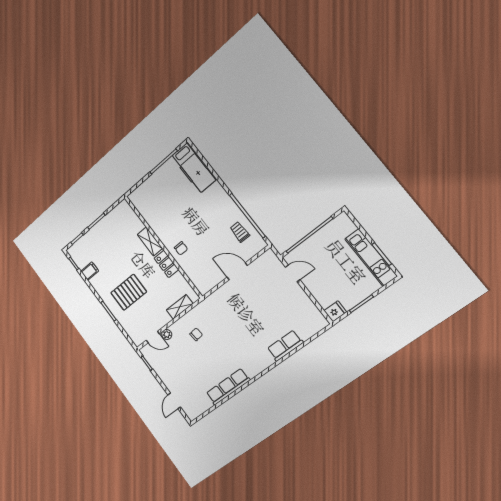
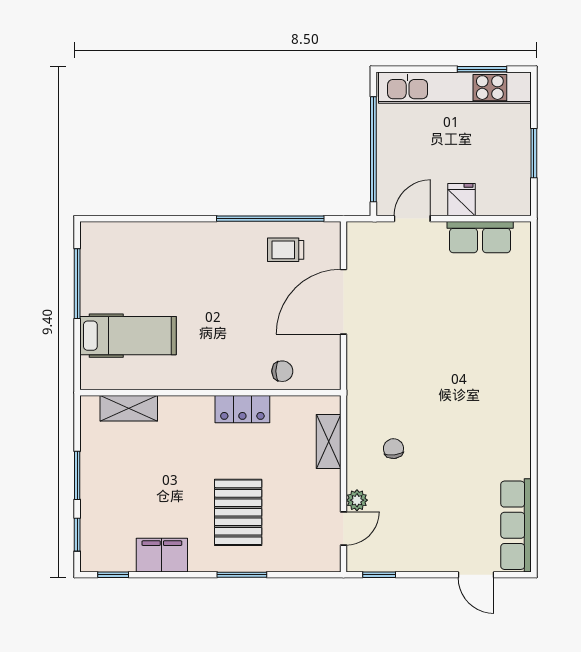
hospital bed: (194, 168) -> (128, 336), moved
shelving: (150, 241) -> (129, 408), moved
chair: (181, 248) -> (282, 371), moved
kitchen unit: (371, 257) -> (455, 88), width x1.36
filing cabinet: (90, 271) -> (162, 555), width x2.00
door: (237, 271) -> (344, 302), width x1.36
fridge: (335, 311) -> (461, 200), moved
row of seats: (285, 346) -> (480, 237), moved, turned -90
row of seats: (228, 387) -> (516, 525), moved

